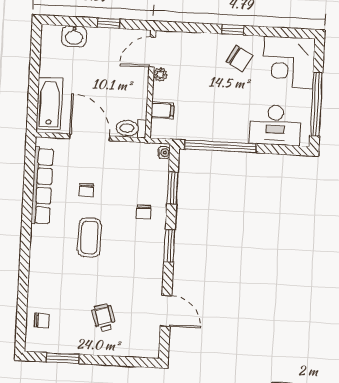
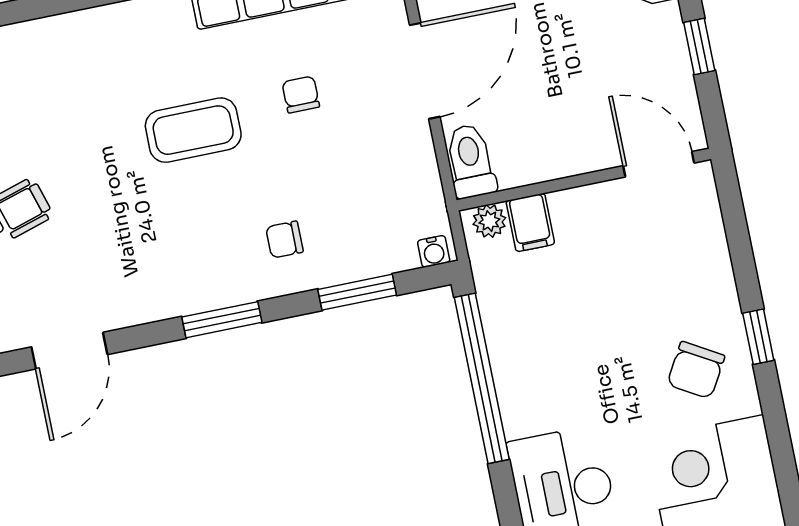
plant: (160, 74) -> (489, 221), moved
chair: (86, 190) -> (301, 94), turned 90

